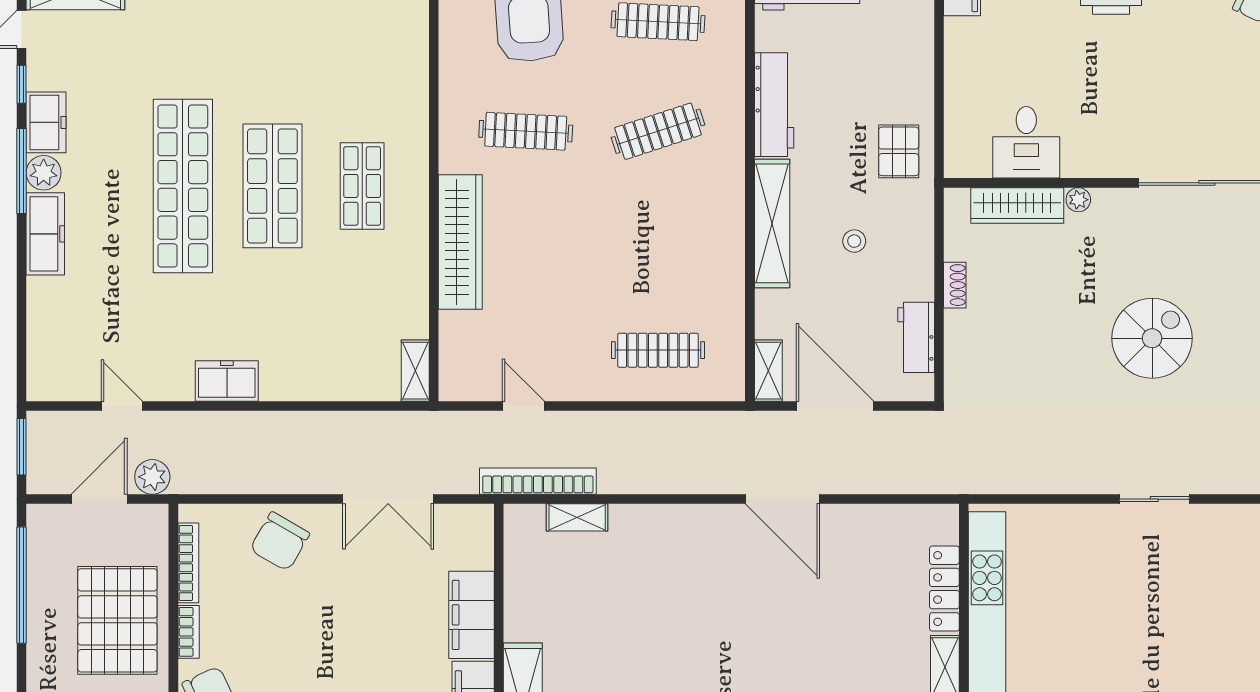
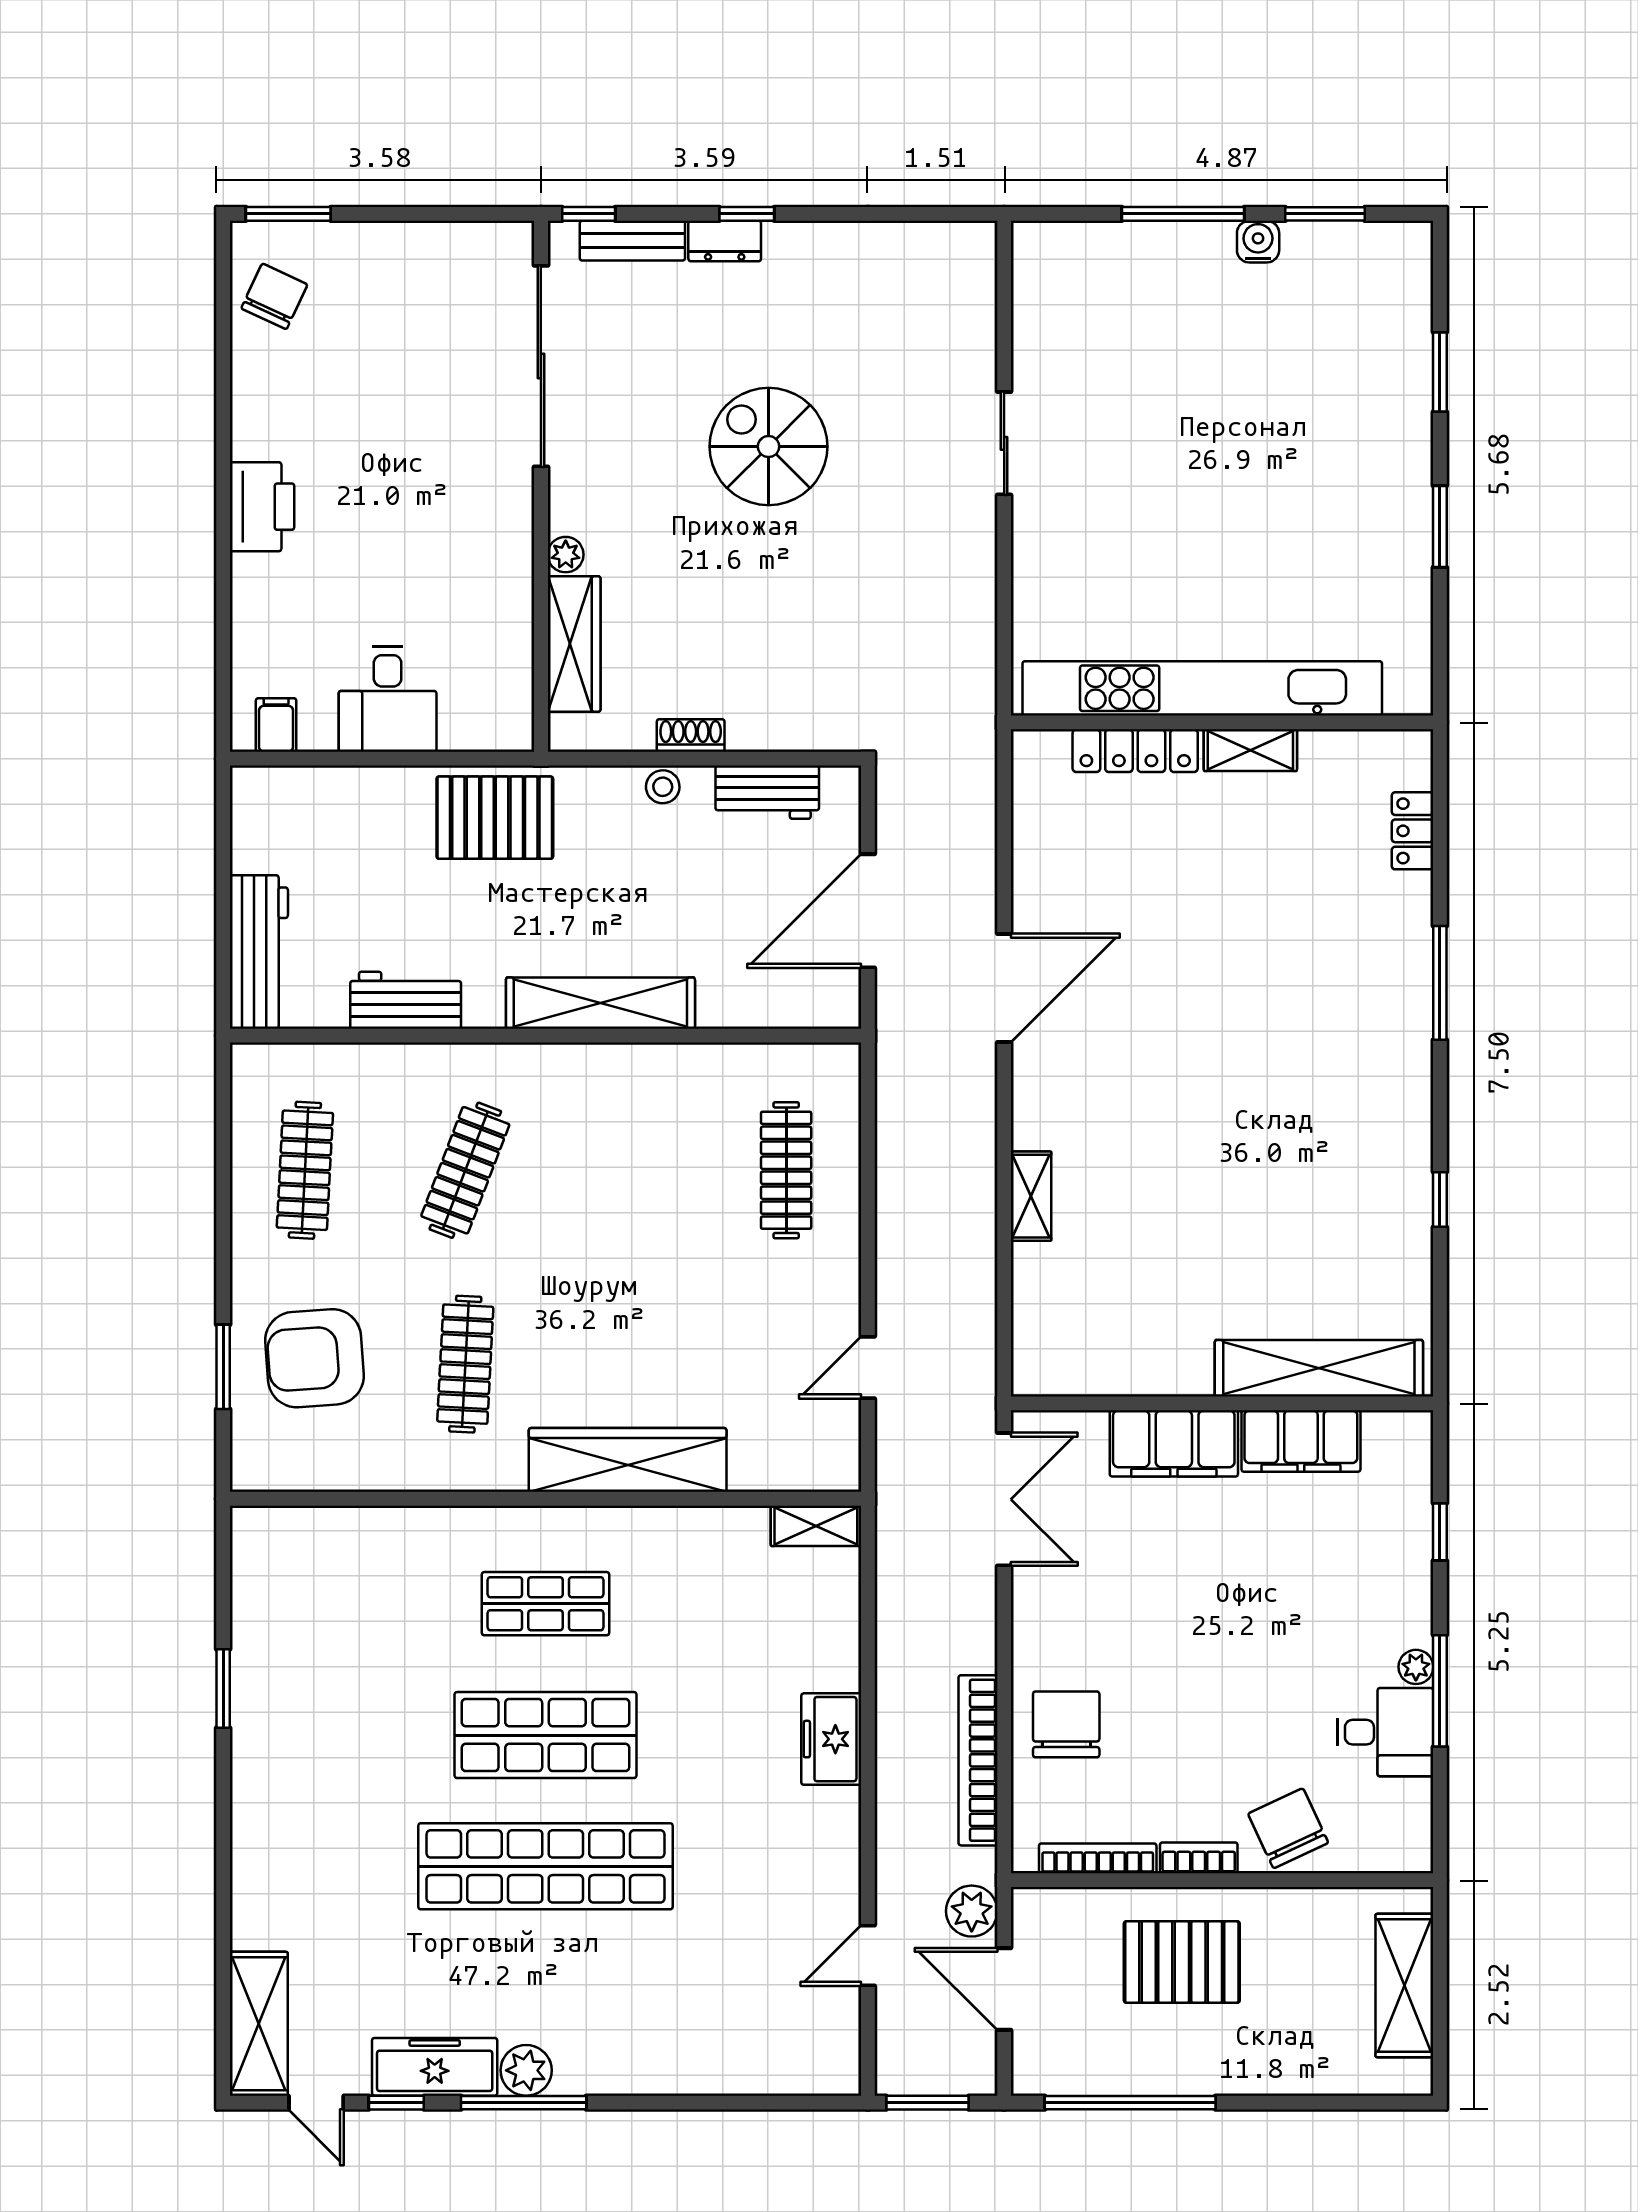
workbench: (774, 105) -> (406, 1000), width x0.73
freezer: (46, 122) -> (435, 2067), width x1.40
clothes rail: (658, 131) -> (465, 1170), turned 39
desk: (1026, 142) -> (388, 699), moved, turned 90
pallet: (899, 151) -> (495, 818), width x1.50, depth x1.42
freezer: (45, 234) -> (616, 2068), removed
stool: (854, 241) -> (663, 787), moved
shelving: (768, 371) -> (816, 1009), removed
freezer: (227, 381) -> (831, 1739), moved
bookcase: (538, 481) -> (978, 1760), moved
double door: (388, 499) -> (1004, 1499), moved
shelving: (577, 517) -> (1031, 1196), moved
chair: (280, 541) -> (1066, 1724), turned -120
pallet: (117, 620) -> (1182, 1962), width x0.73, depth x0.71

